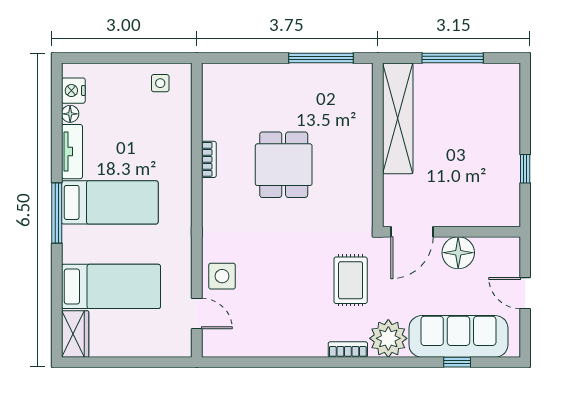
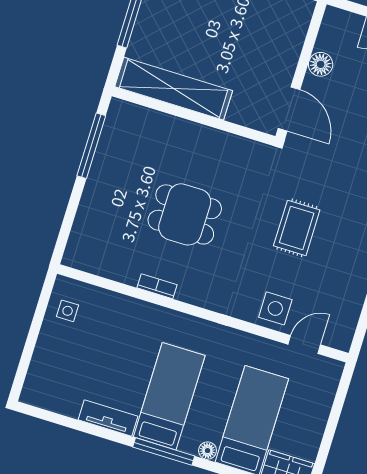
nightstand: (73, 91) -> (49, 398), removed
floor lamp: (70, 114) -> (208, 451), moved
floor lamp: (458, 253) -> (321, 64), width x0.73, depth x0.73
rug: (351, 280) -> (297, 228), moved, turned 90

